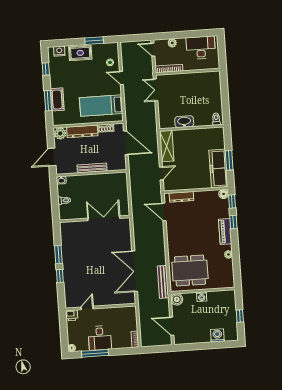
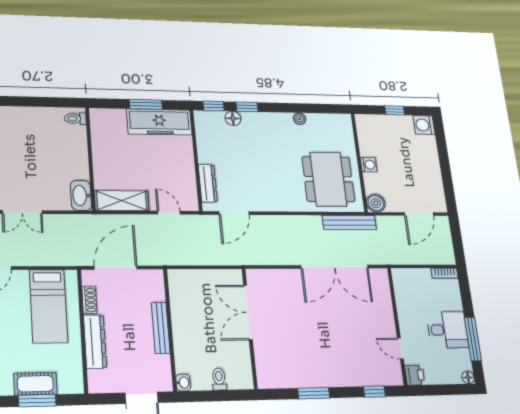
washbasin: (184, 122) -> (81, 195), moved
plant: (60, 133) -> (98, 381), removed
floor lamp: (224, 194) -> (233, 118), moved
piano: (225, 231) -> (263, 120), removed
window: (60, 276) -> (374, 392), moved
washing machine: (217, 335) -> (424, 125), moved

